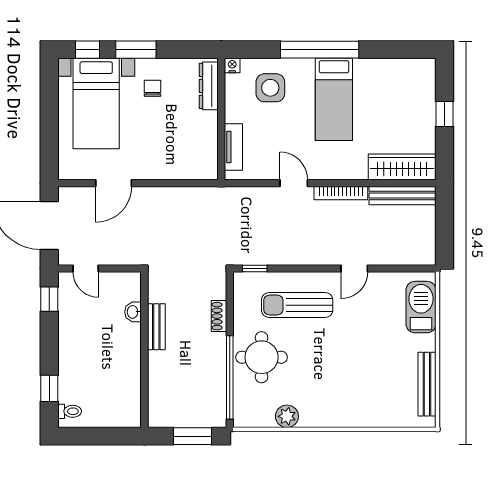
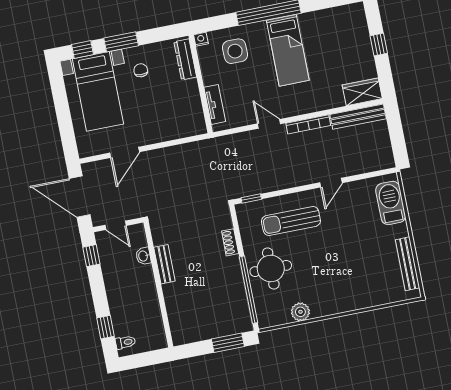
wardrobe: (402, 167) -> (362, 92), width x0.67
washbasin: (133, 312) -> (143, 256), moved
bench: (156, 327) -> (164, 264), moved
wall: (144, 350) -> (158, 284), moved

